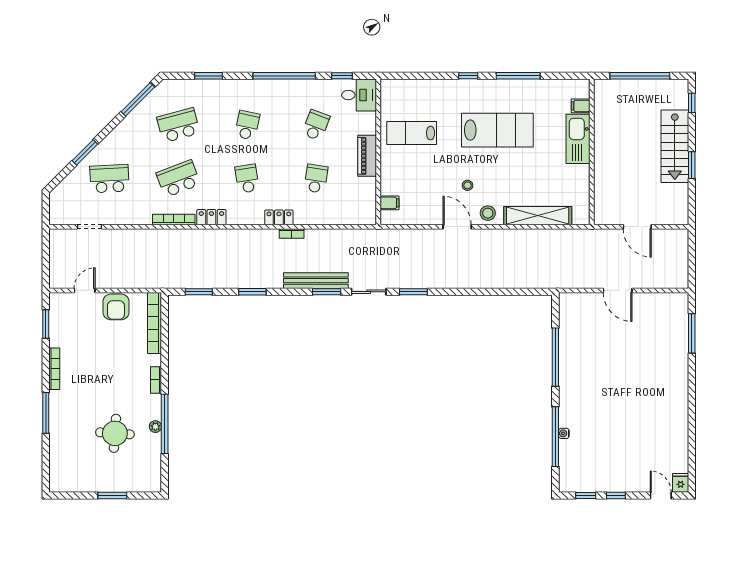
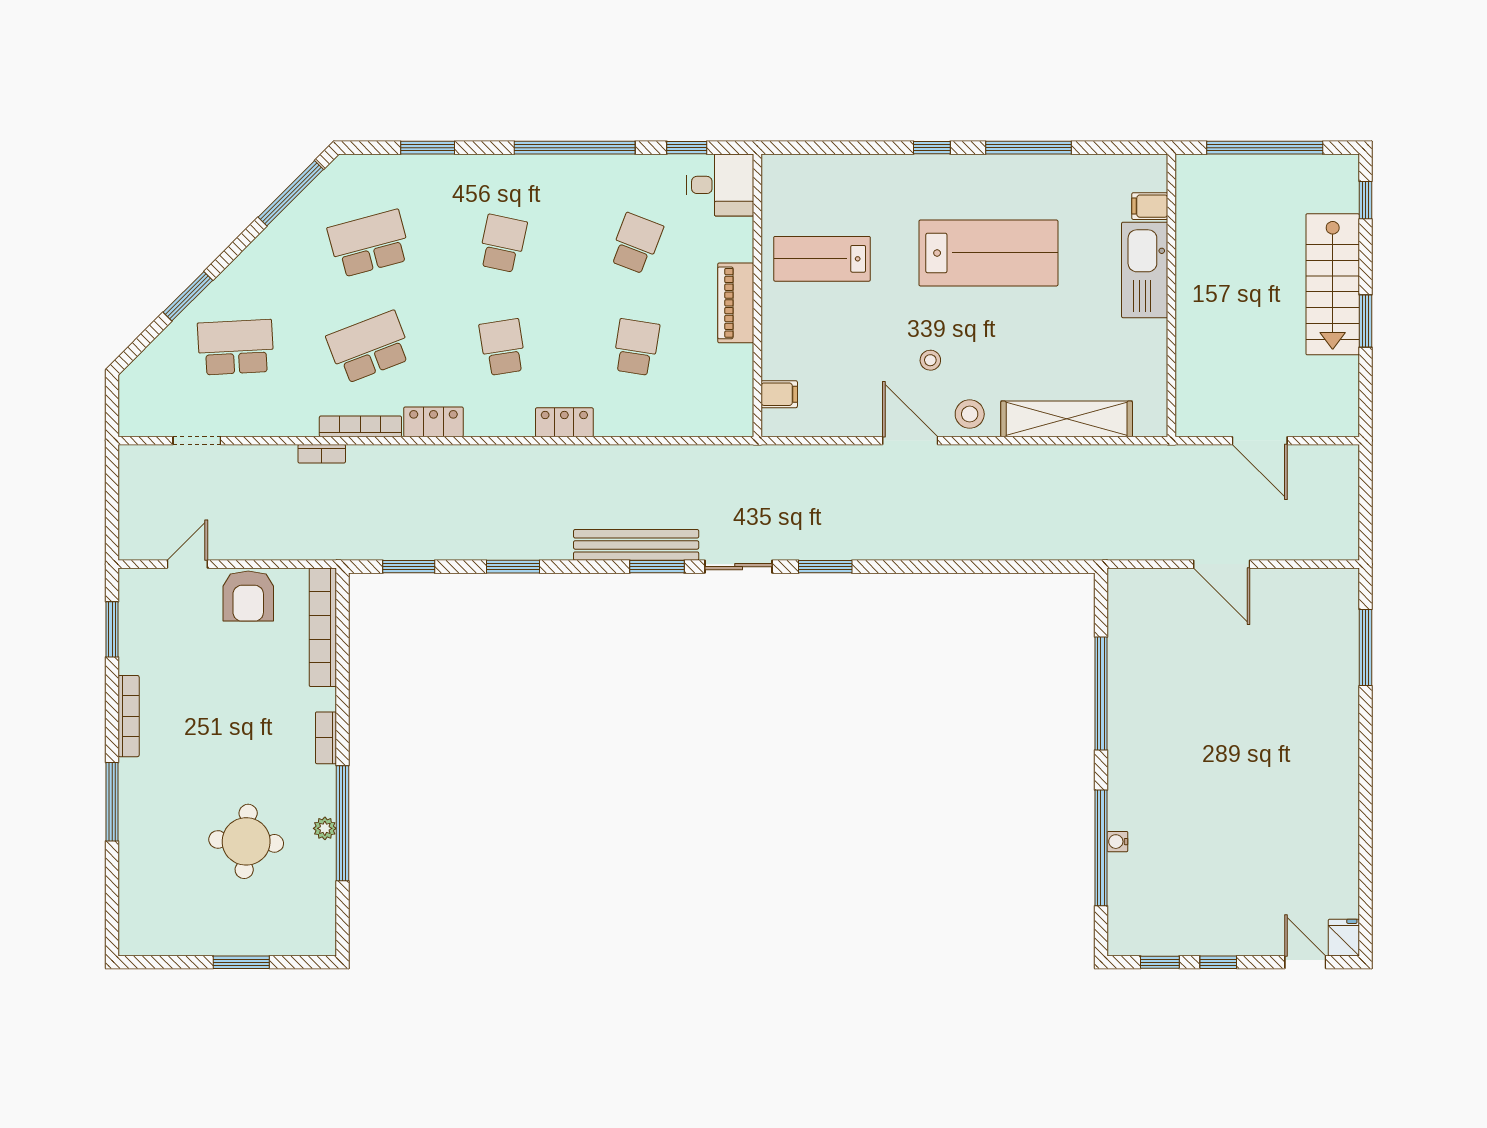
bookcase: (292, 234) -> (322, 454), moved

